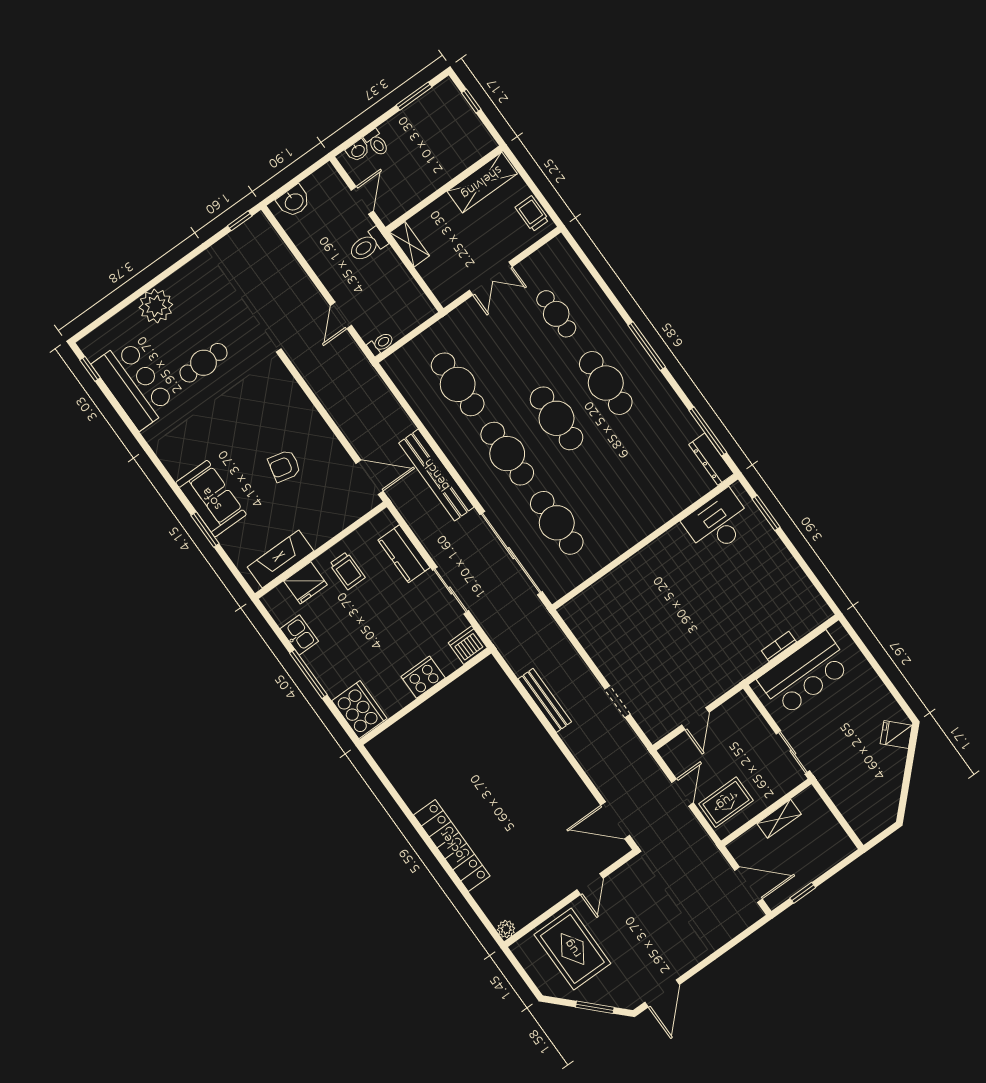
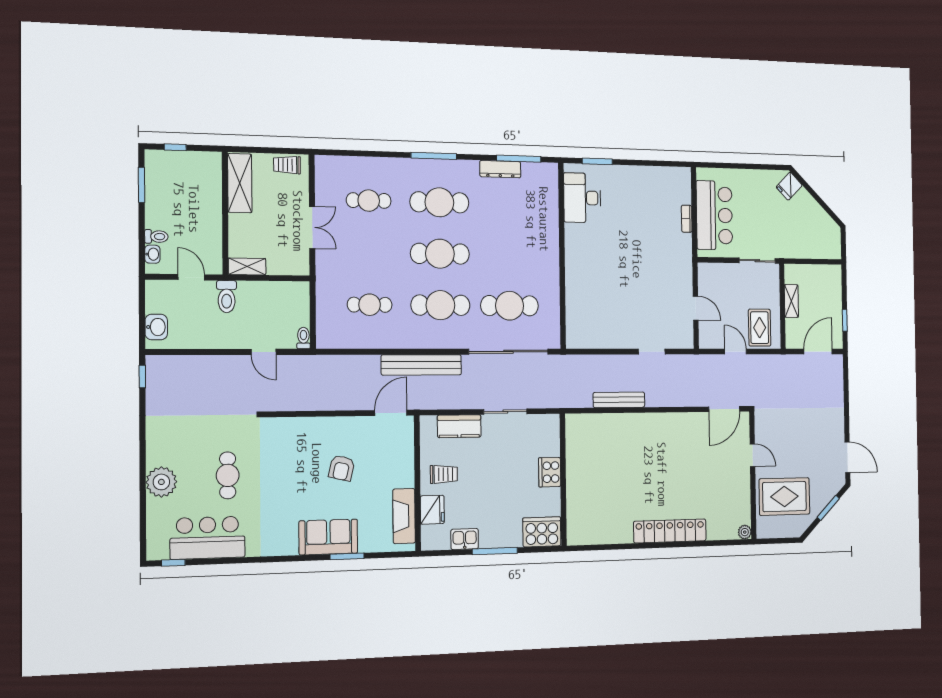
cafe table: (458, 384) -> (370, 305), width x0.73, depth x0.74
dresser: (711, 459) -> (500, 169), moved
dishwasher: (468, 645) -> (549, 426), removed

